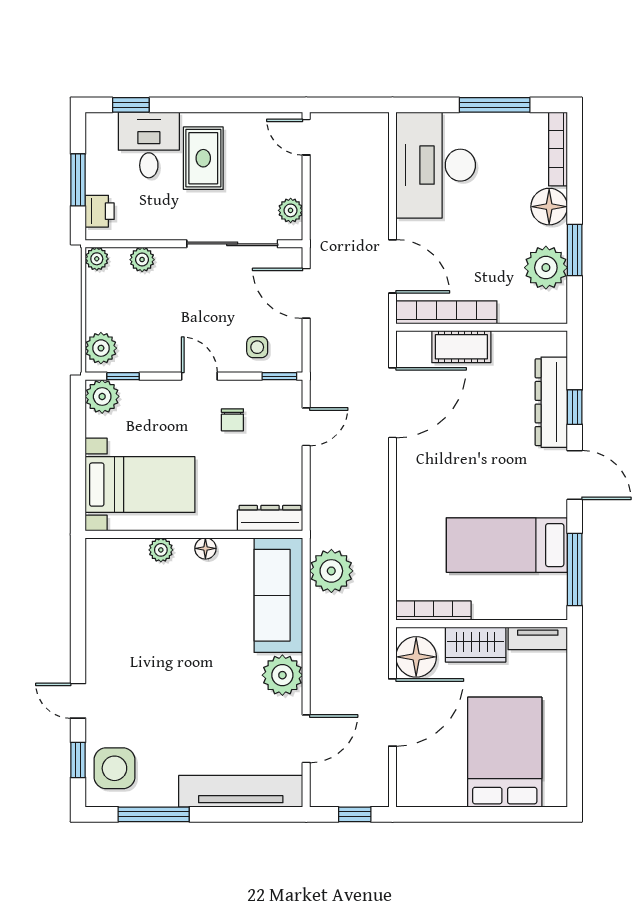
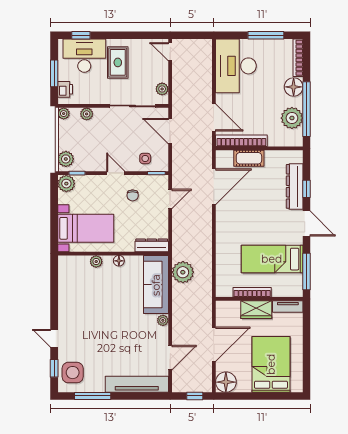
desk: (149, 145) -> (84, 56), width x1.37
window: (575, 250) -> (307, 109), width x2.11
bookcase: (434, 611) -> (252, 292), moved
floor lamp: (416, 657) -> (226, 382), moved
plant: (282, 675) -> (163, 320), width x0.53, depth x0.53

